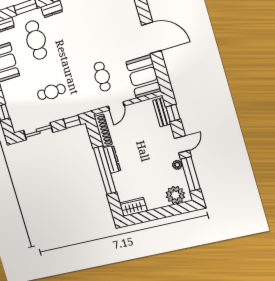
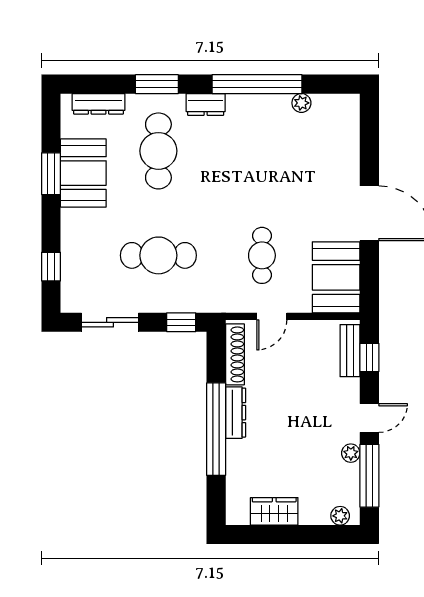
cafe table: (51, 92) -> (158, 255), width x1.37, depth x1.35
plant: (175, 195) -> (340, 516), width x0.53, depth x0.53
wardrobe: (133, 207) -> (274, 511), moved

